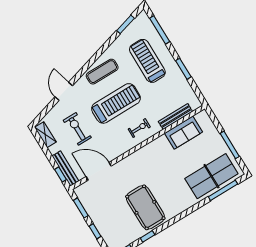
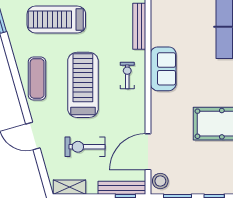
sofa: (184, 133) -> (163, 69), moved
stool: (85, 190) -> (160, 181), added

